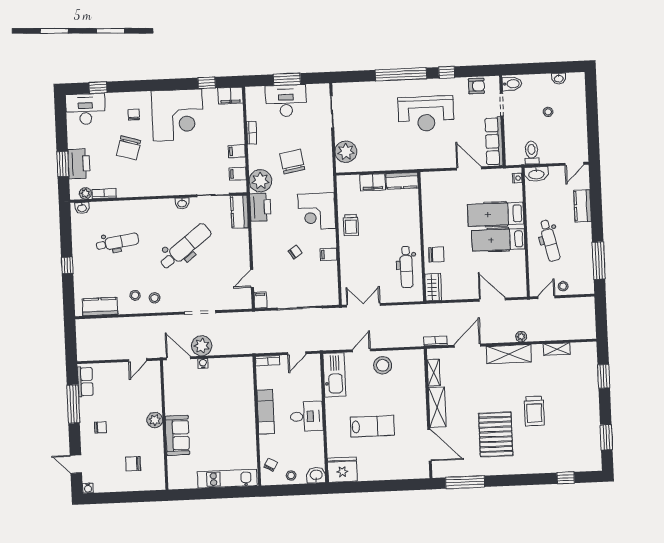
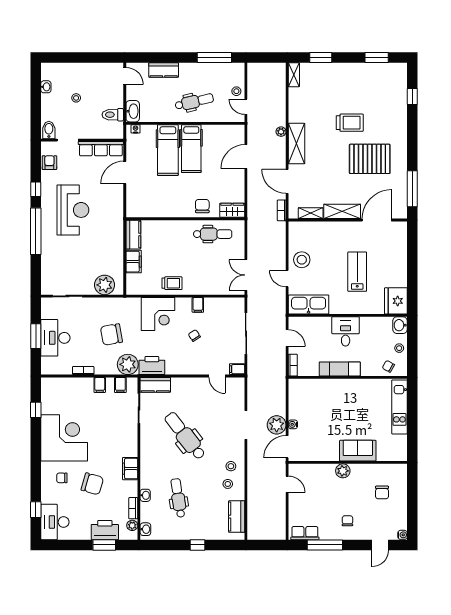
filing cabinet: (230, 96) -> (130, 469), moved, turned 180
washbasin: (182, 203) -> (145, 495), moved
shelving: (557, 349) -> (294, 75), moved

